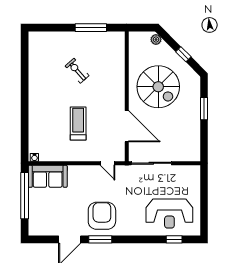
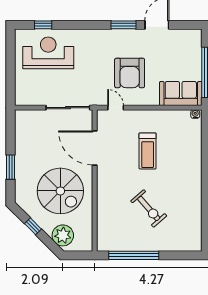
window: (91, 28) -> (134, 255), width x1.46
plant: (156, 40) -> (63, 235), width x1.88, depth x1.88
exercise bike: (77, 71) -> (149, 208), width x1.38, depth x1.39
spiral stairs: (158, 87) -> (60, 191), turned 180
armchair: (102, 216) -> (130, 73), moved

